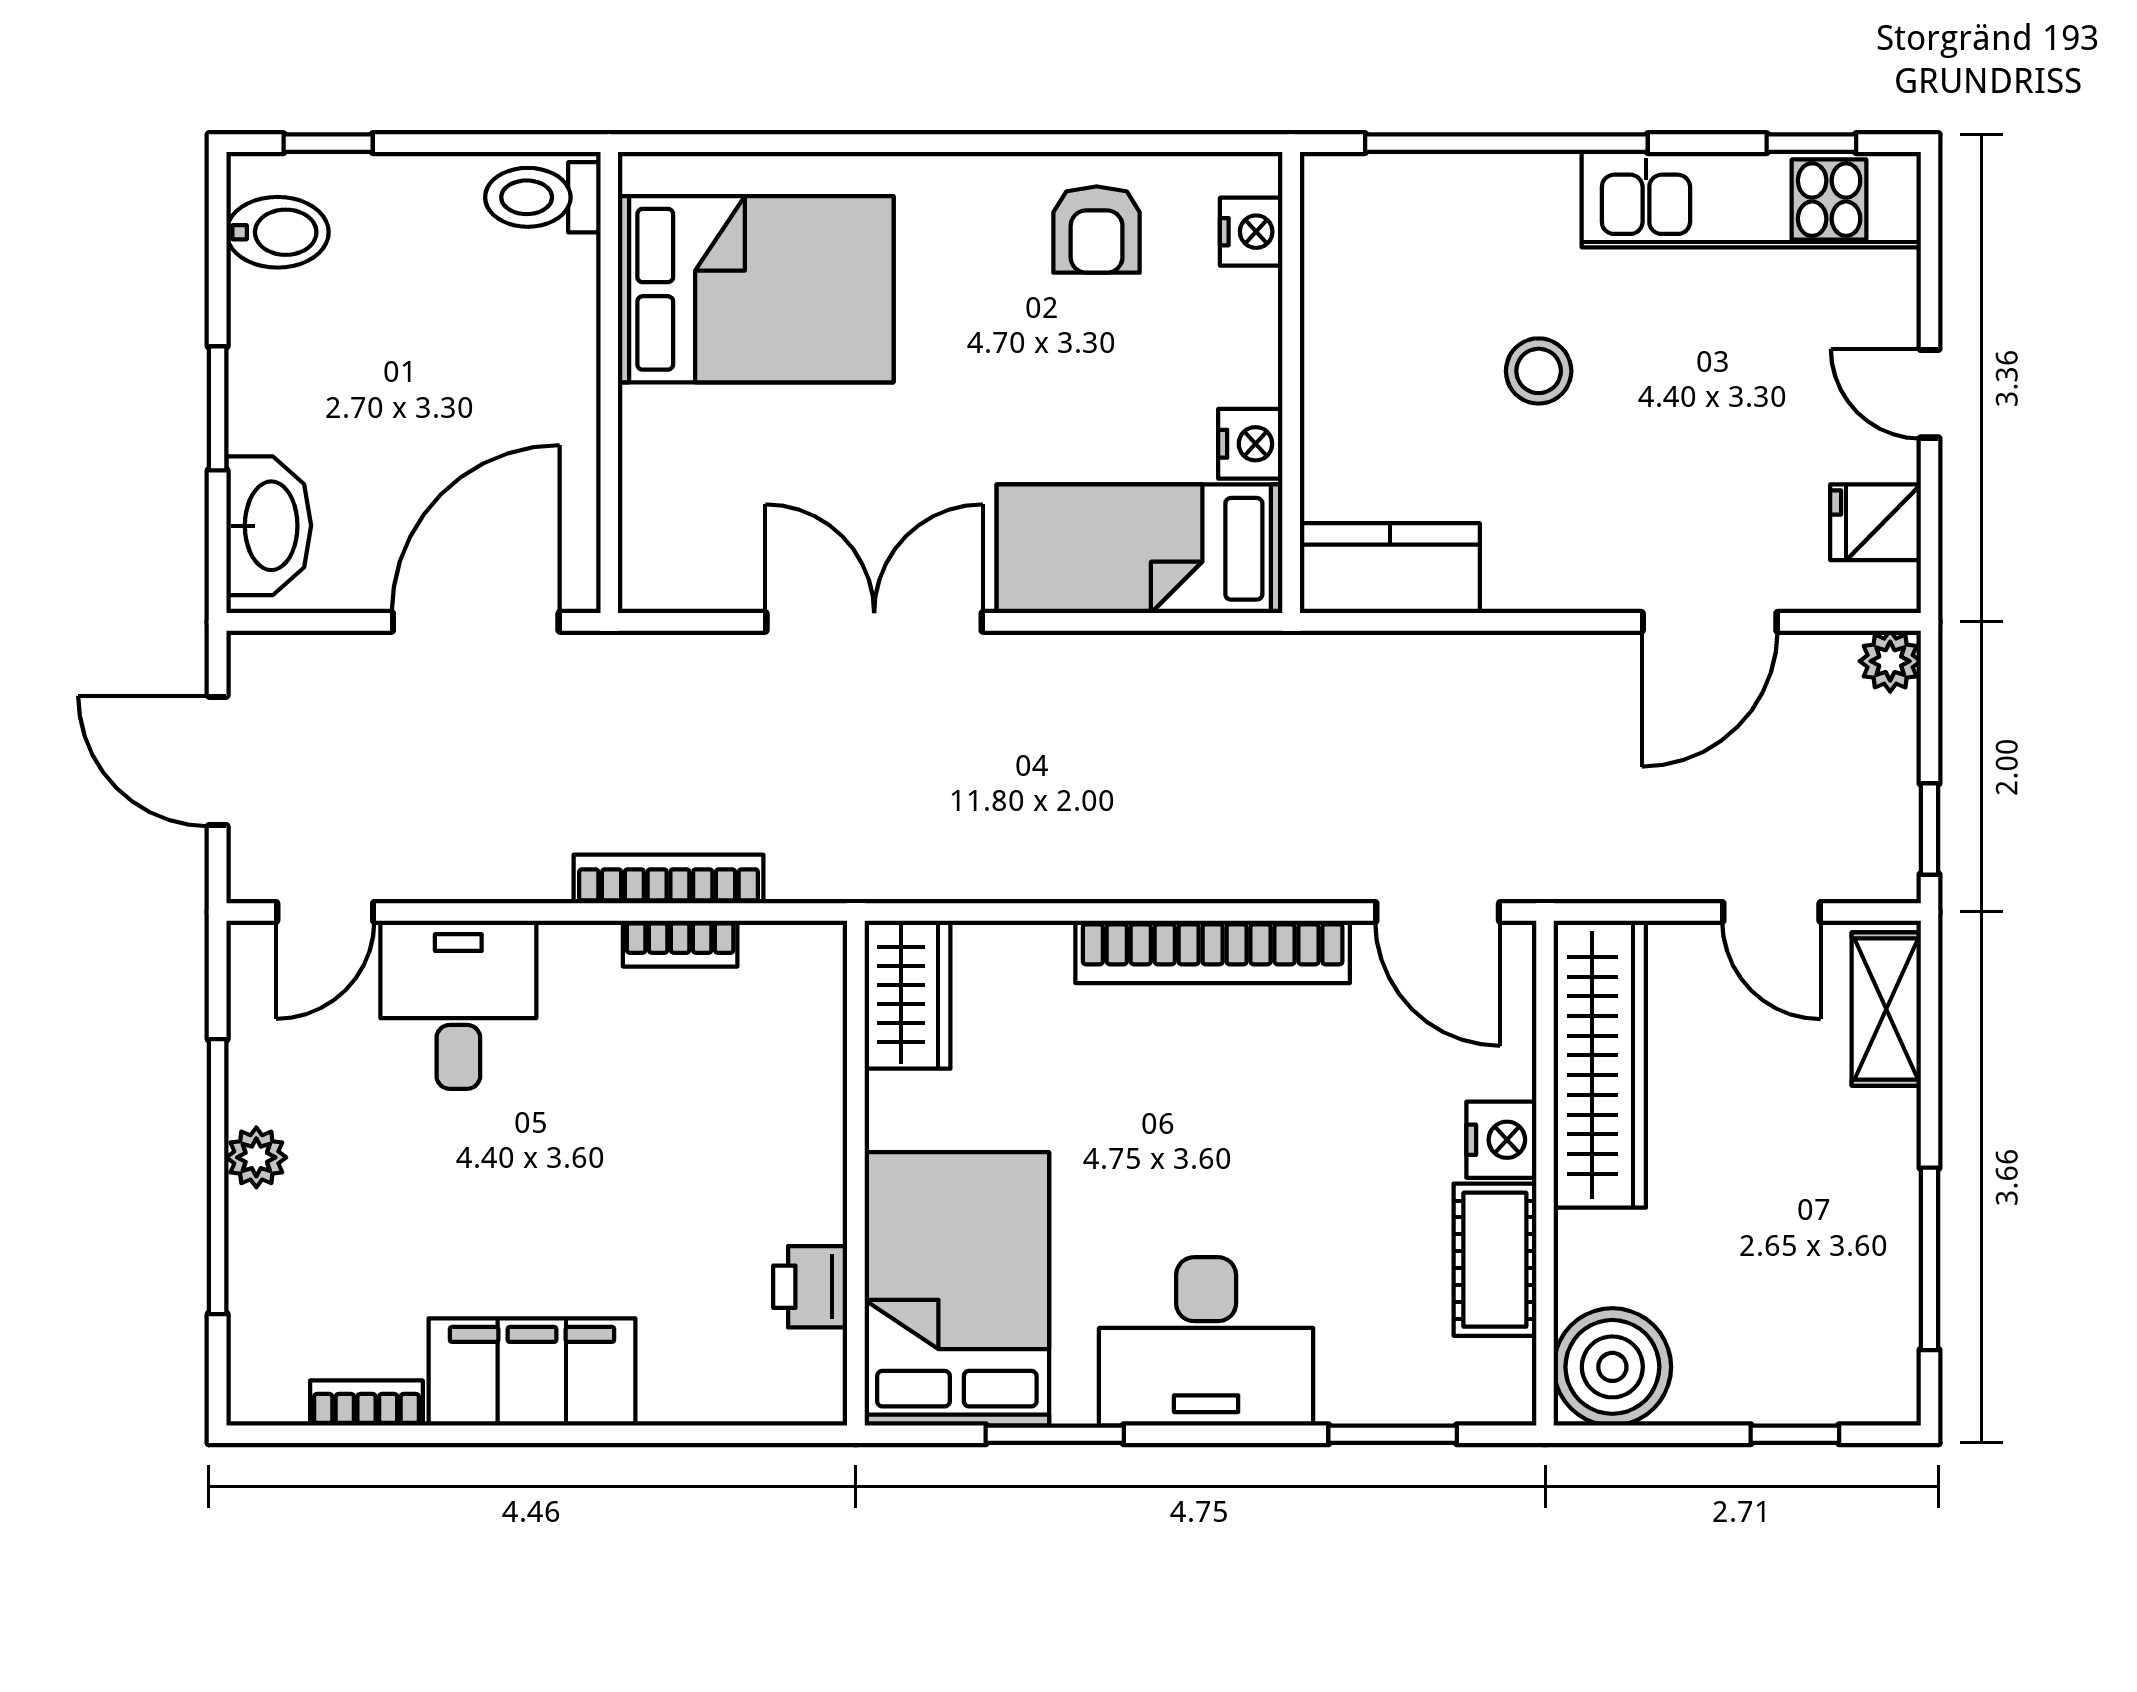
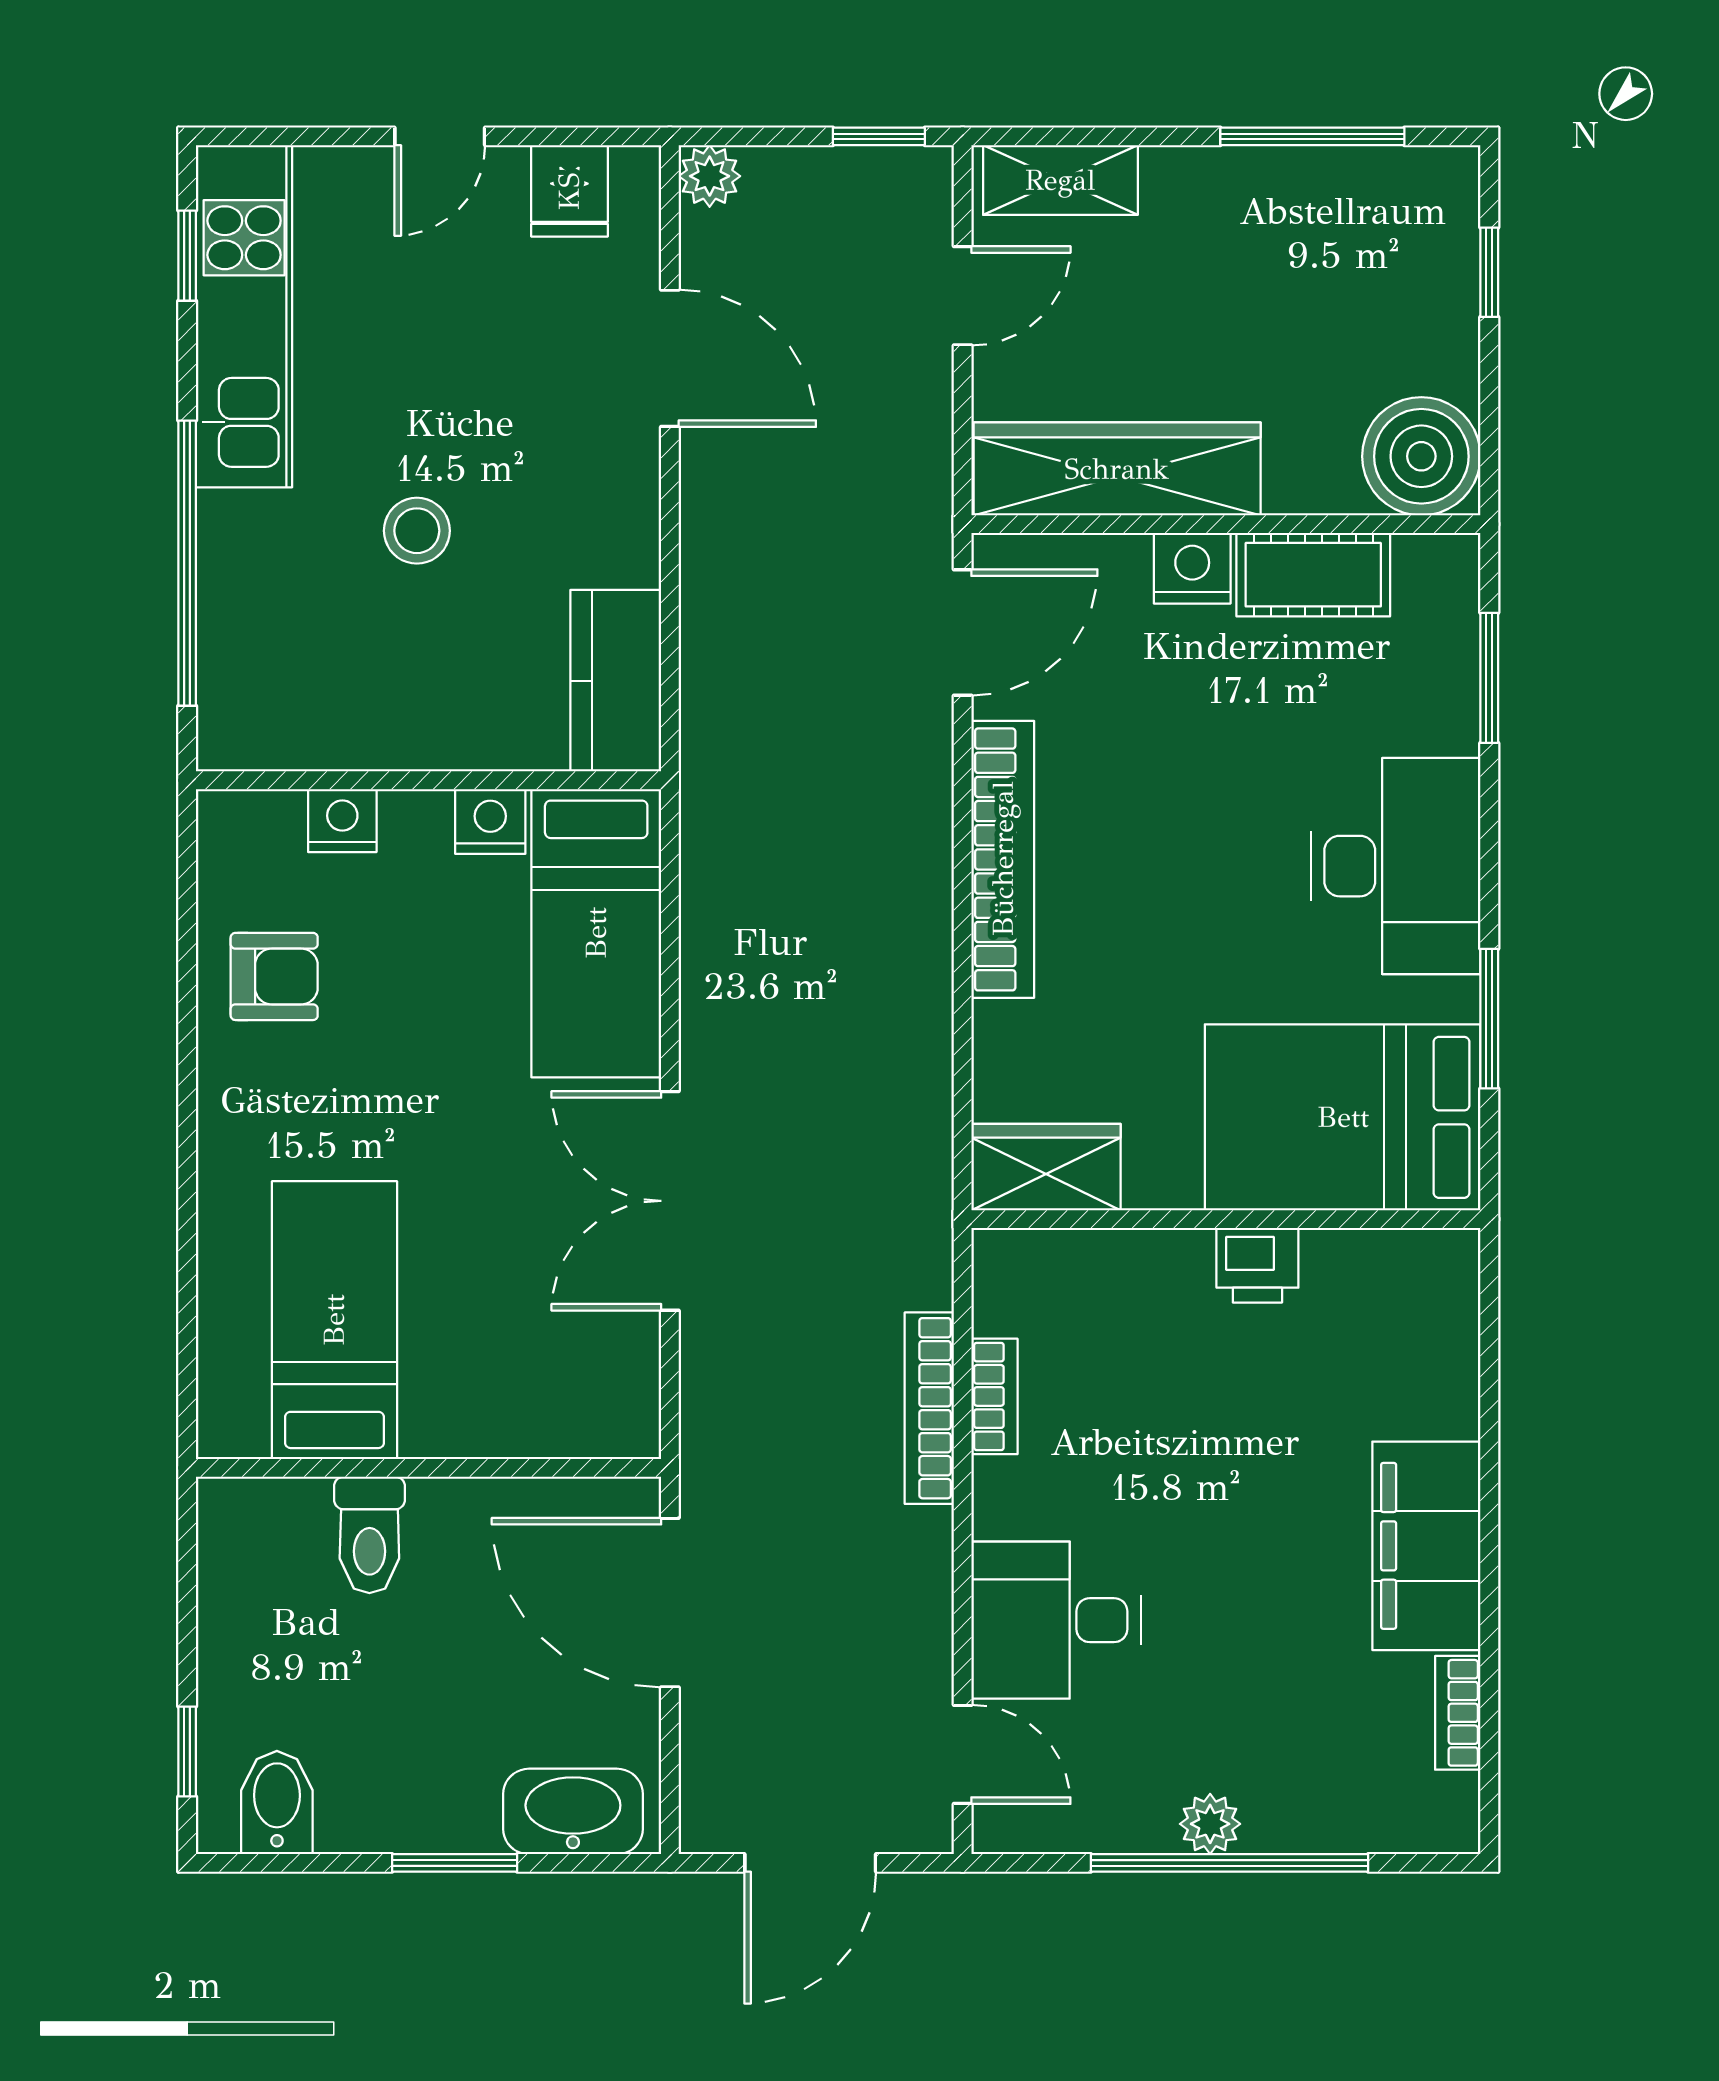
toilet: (543, 197) -> (369, 1535), moved
nightstand: (1251, 232) -> (342, 821), moved
bed: (756, 289) -> (334, 1320), width x0.67
printer: (810, 1287) -> (1257, 1265), moved

